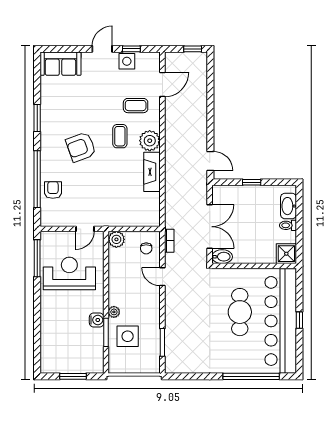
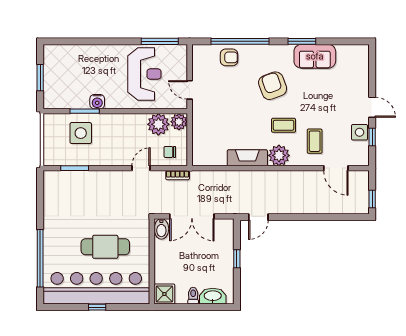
sofa: (60, 64) -> (315, 56), moved, turned -90
plant: (114, 312) -> (158, 124), moved, width x1.88, depth x1.88

